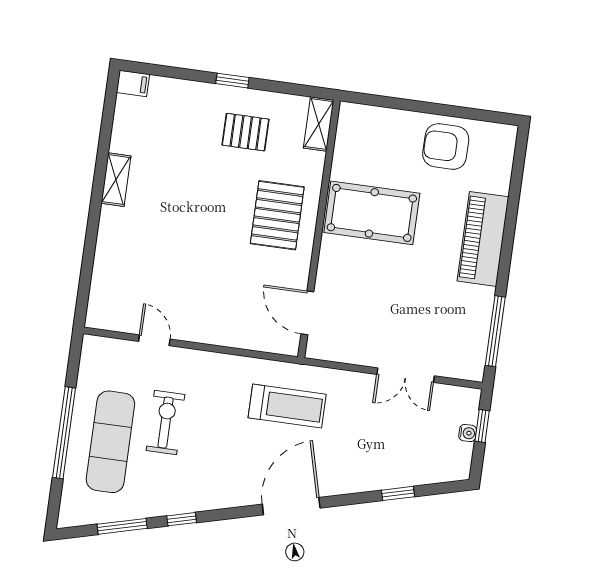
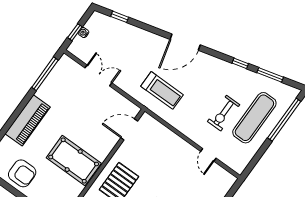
door: (307, 313) -> (129, 129), swing flipped
treadmill: (287, 406) -> (162, 90), turned 180
window: (64, 433) -> (284, 120), moved
window: (398, 493) -> (120, 17), moved

